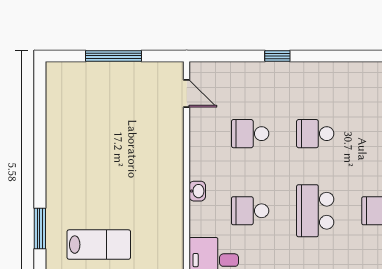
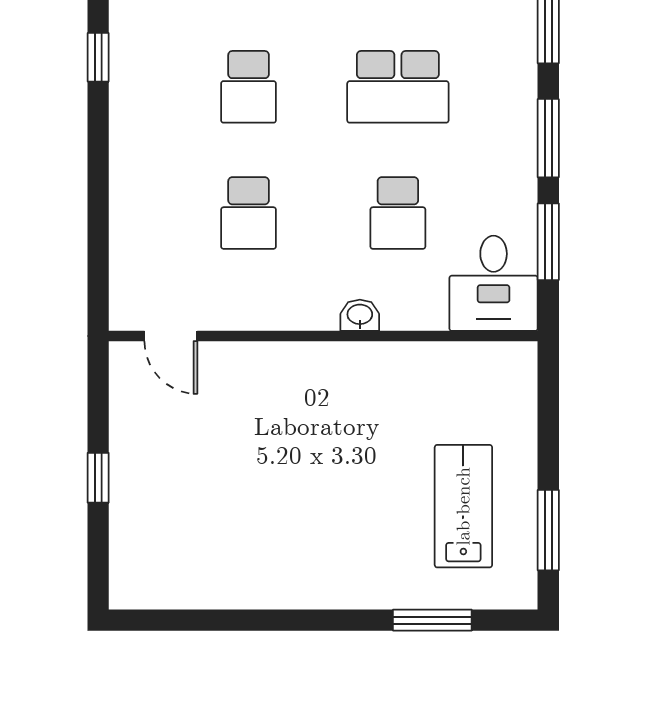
window: (113, 56) -> (98, 478), width x0.46
window: (277, 56) -> (98, 57), moved
door: (187, 94) -> (171, 336), swing flipped

